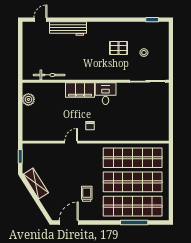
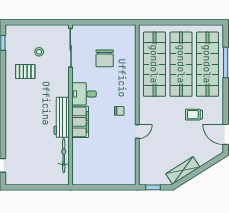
workbench: (68, 29) -> (62, 117), moved, turned 180
pallet: (118, 48) -> (25, 72), moved, turned 90
plant: (28, 99) -> (91, 178), removed
chair: (138, 112) -> (105, 58), added
door: (71, 142) -> (137, 132), swing flipped

